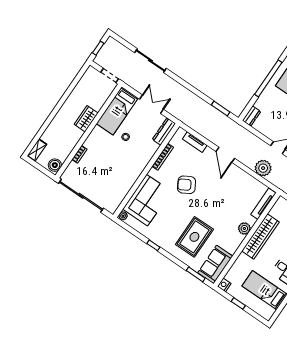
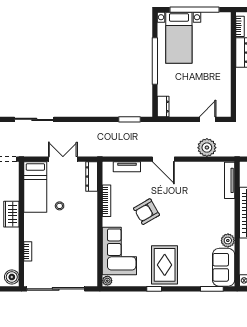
plant: (244, 228) -> (228, 240), moved
rug: (194, 237) -> (165, 265), moved

